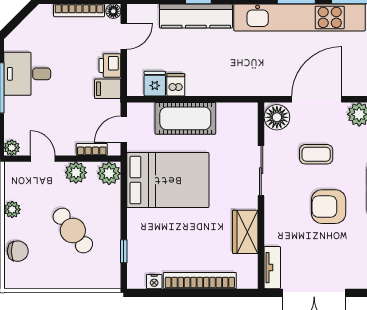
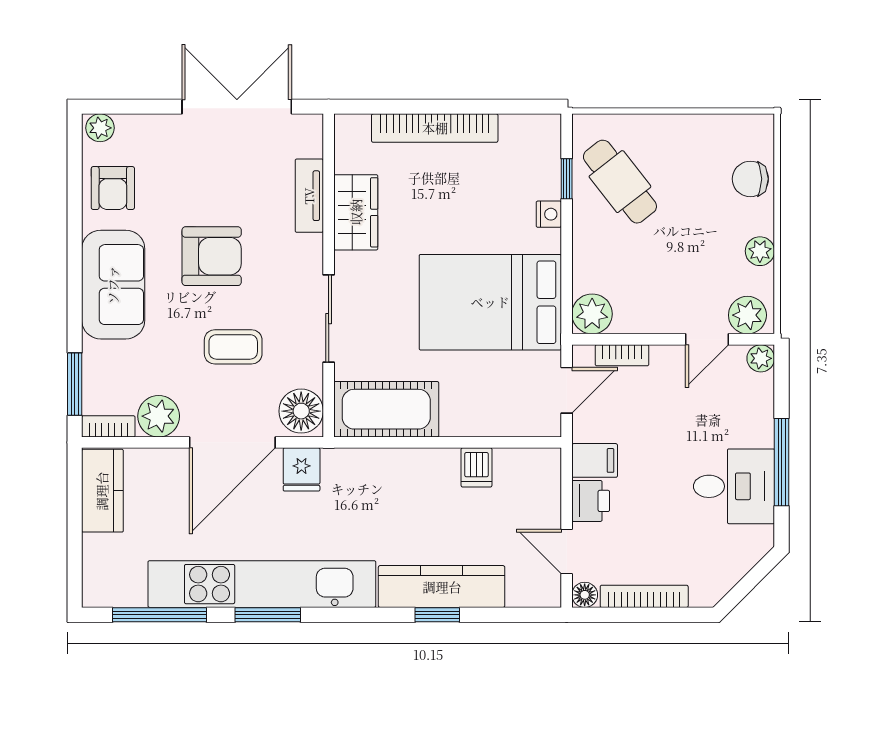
door: (124, 36) -> (567, 552), hinge flipped
fridge: (155, 84) -> (302, 469), moved
cot: (185, 118) -> (386, 409), moved
door: (43, 159) -> (707, 339), hinge flipped
plant: (76, 173) -> (747, 315), moved
cafe table: (73, 231) -> (620, 182), moved
tv unit: (272, 268) -> (309, 196), moved
nightstand: (154, 282) -> (549, 214), moved, turned 90

